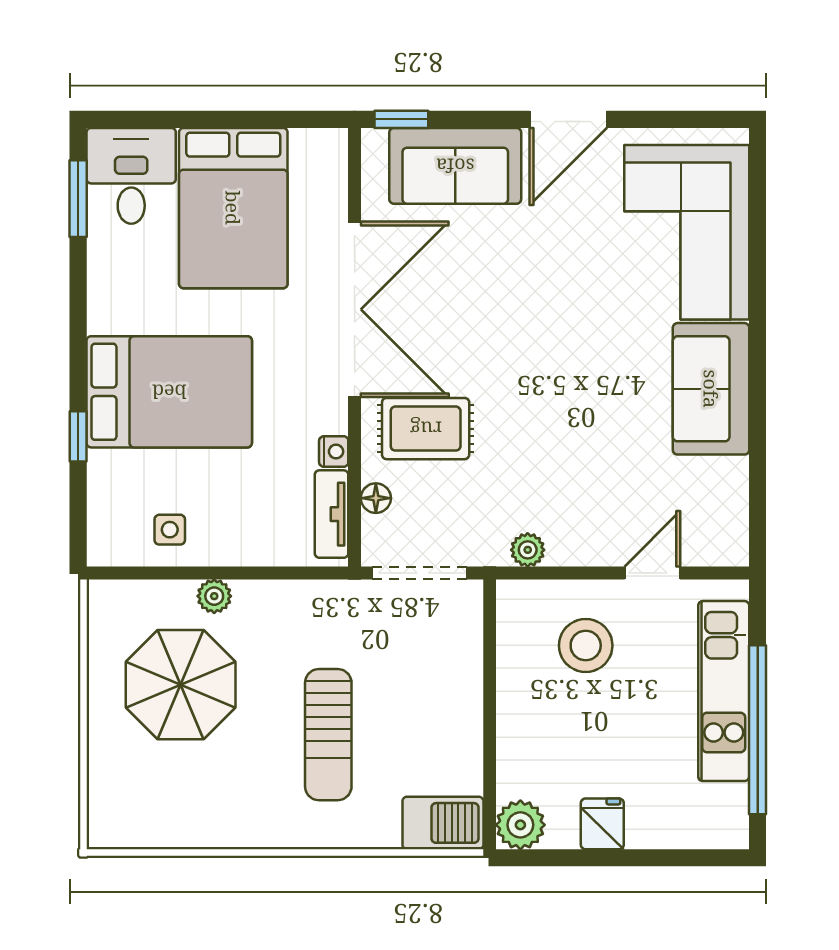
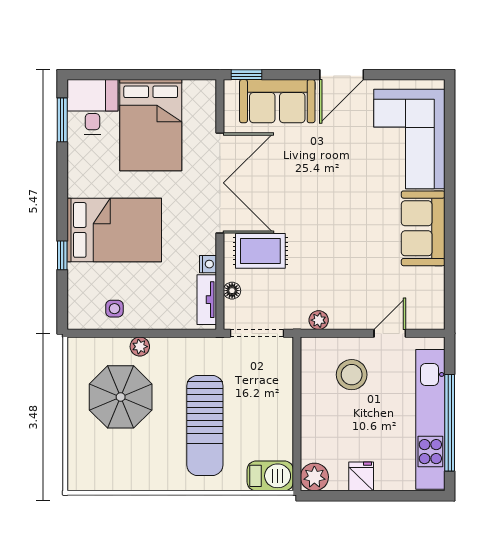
kitchen unit: (724, 691) -> (430, 419), width x1.36
sun lounger: (328, 735) -> (205, 425), width x1.36, depth x1.34

